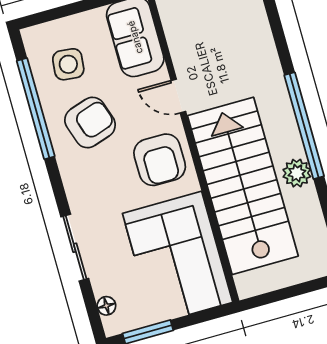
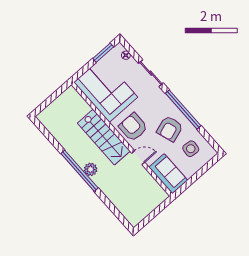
window: (36, 109) -> (183, 110), moved
plant: (297, 173) -> (91, 169), moved
stairs: (243, 186) -> (104, 137), width x0.73, depth x0.66

